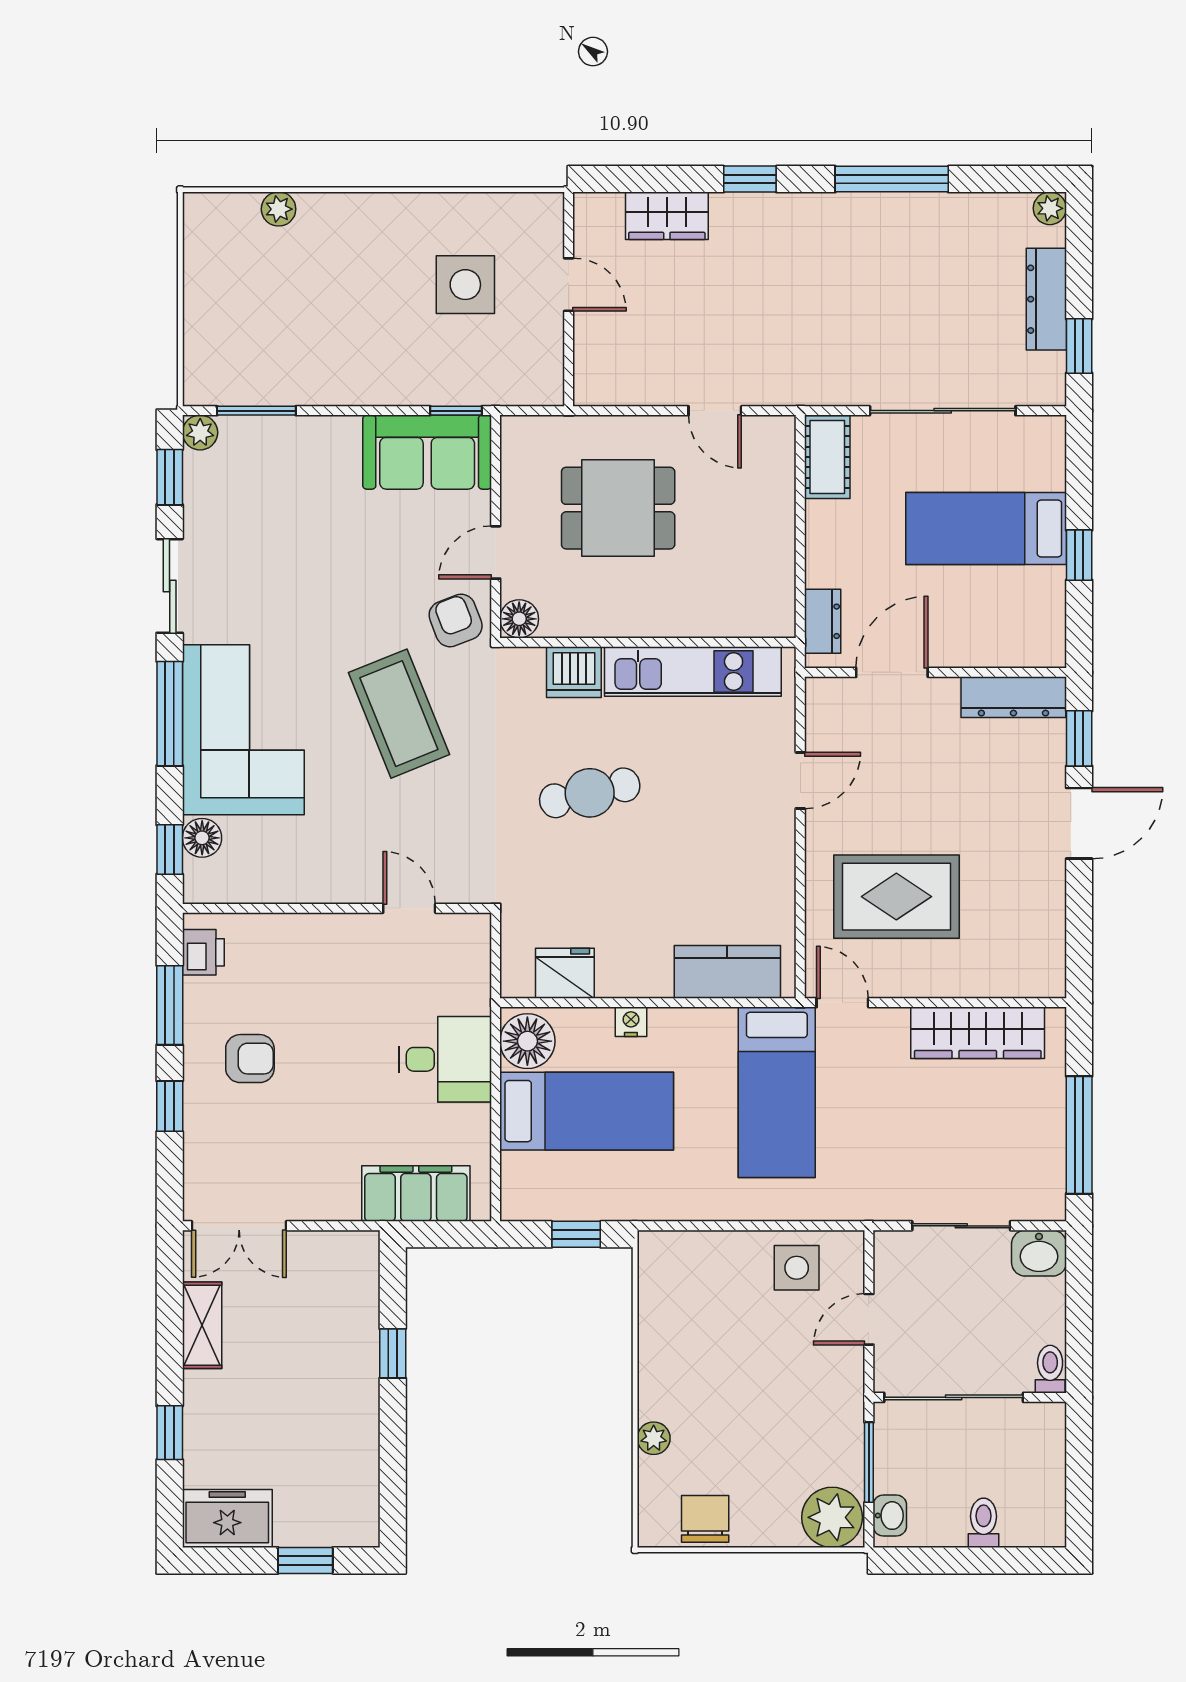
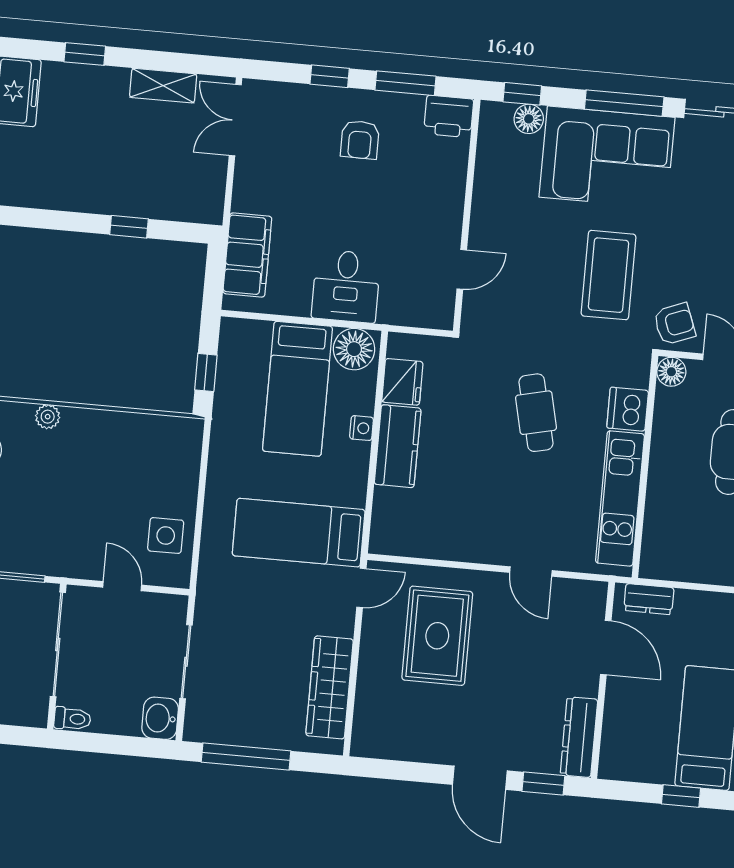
coffee table: (399, 714) -> (609, 275), turned -68
printer: (203, 952) -> (449, 116), width x1.36, depth x1.24
kitchen counter: (727, 972) -> (398, 446), moved

